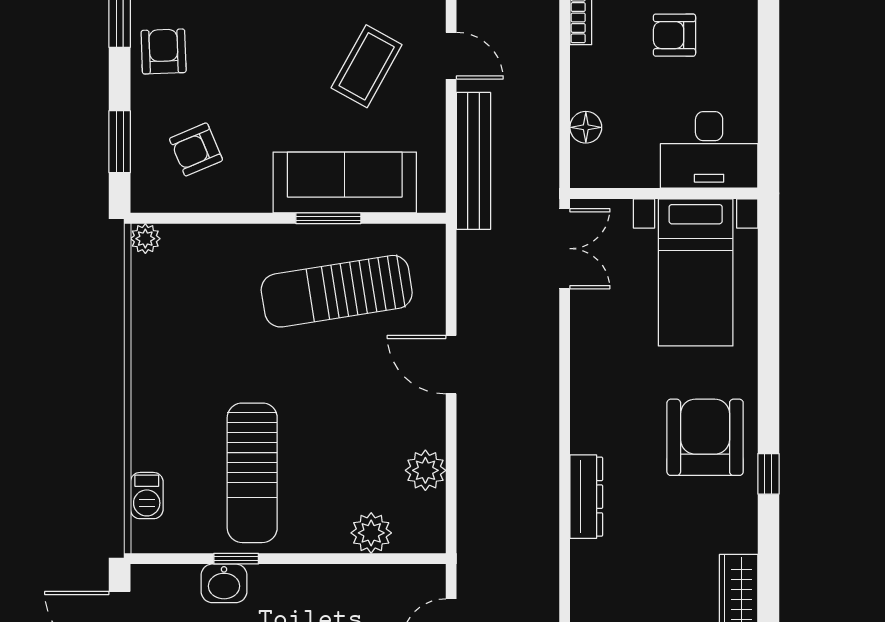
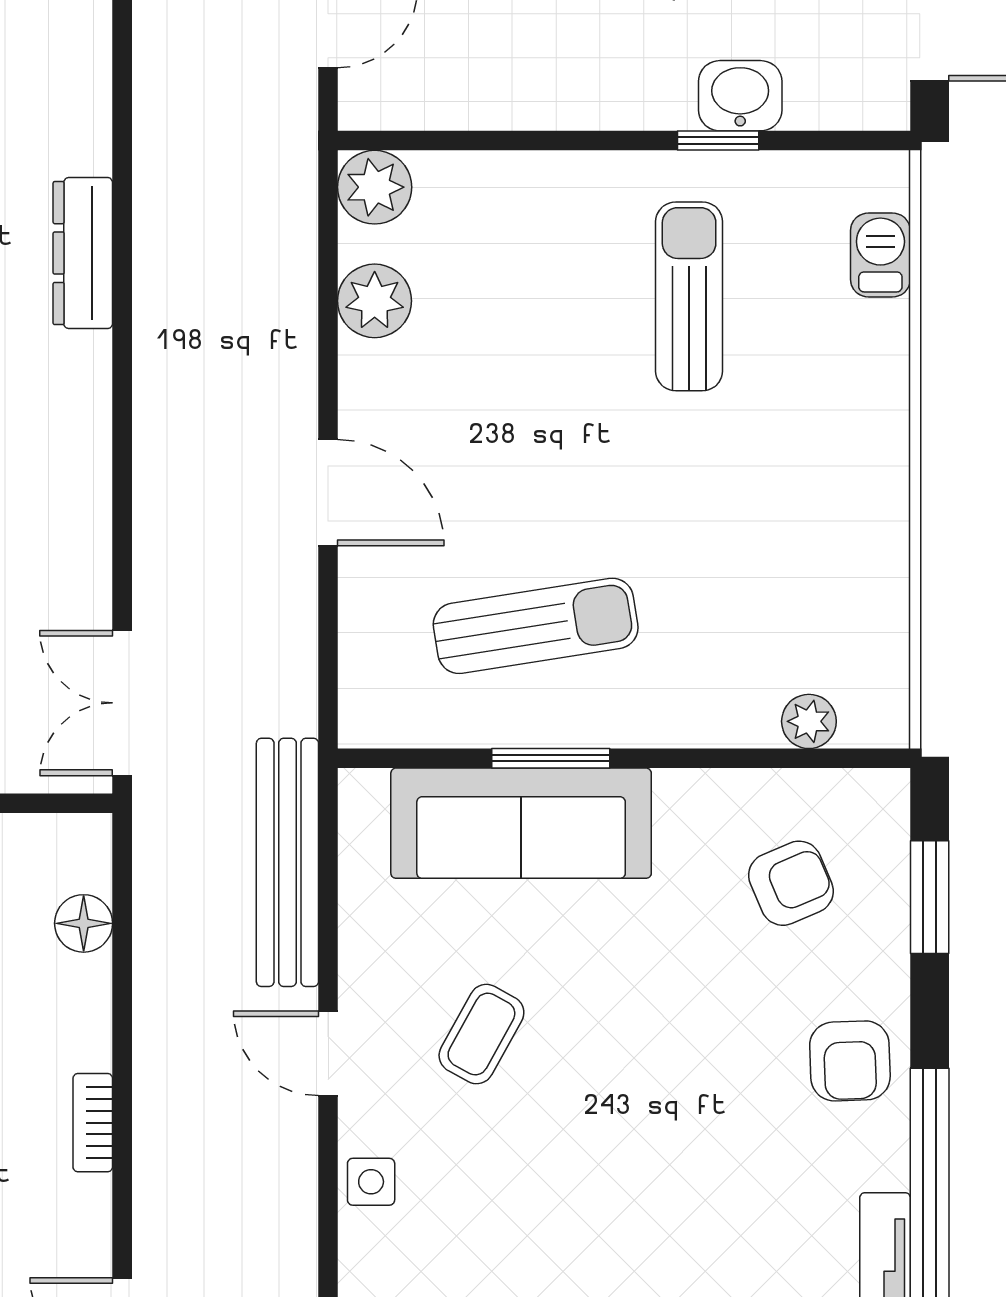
coffee table: (367, 66) -> (481, 1034), width x0.73, depth x0.77
plant: (145, 239) -> (809, 721), moved
sun lounger: (337, 291) -> (536, 626), width x0.73, depth x0.75
sun lounger: (252, 473) -> (689, 296), width x0.73, depth x0.75
plant: (371, 533) -> (375, 187), moved

